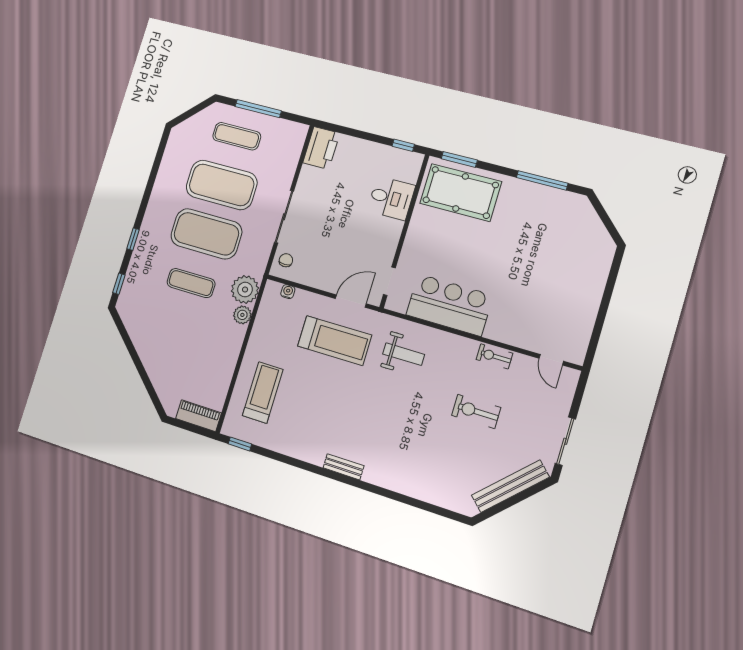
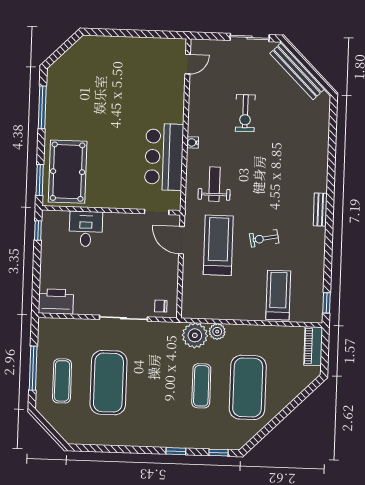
exercise mat: (206, 234) -> (248, 387), moved
water cooler: (288, 292) -> (193, 142), moved
exercise bike: (494, 356) -> (264, 238), moved, turned 79
treadmill: (263, 393) -> (278, 295), turned 90

